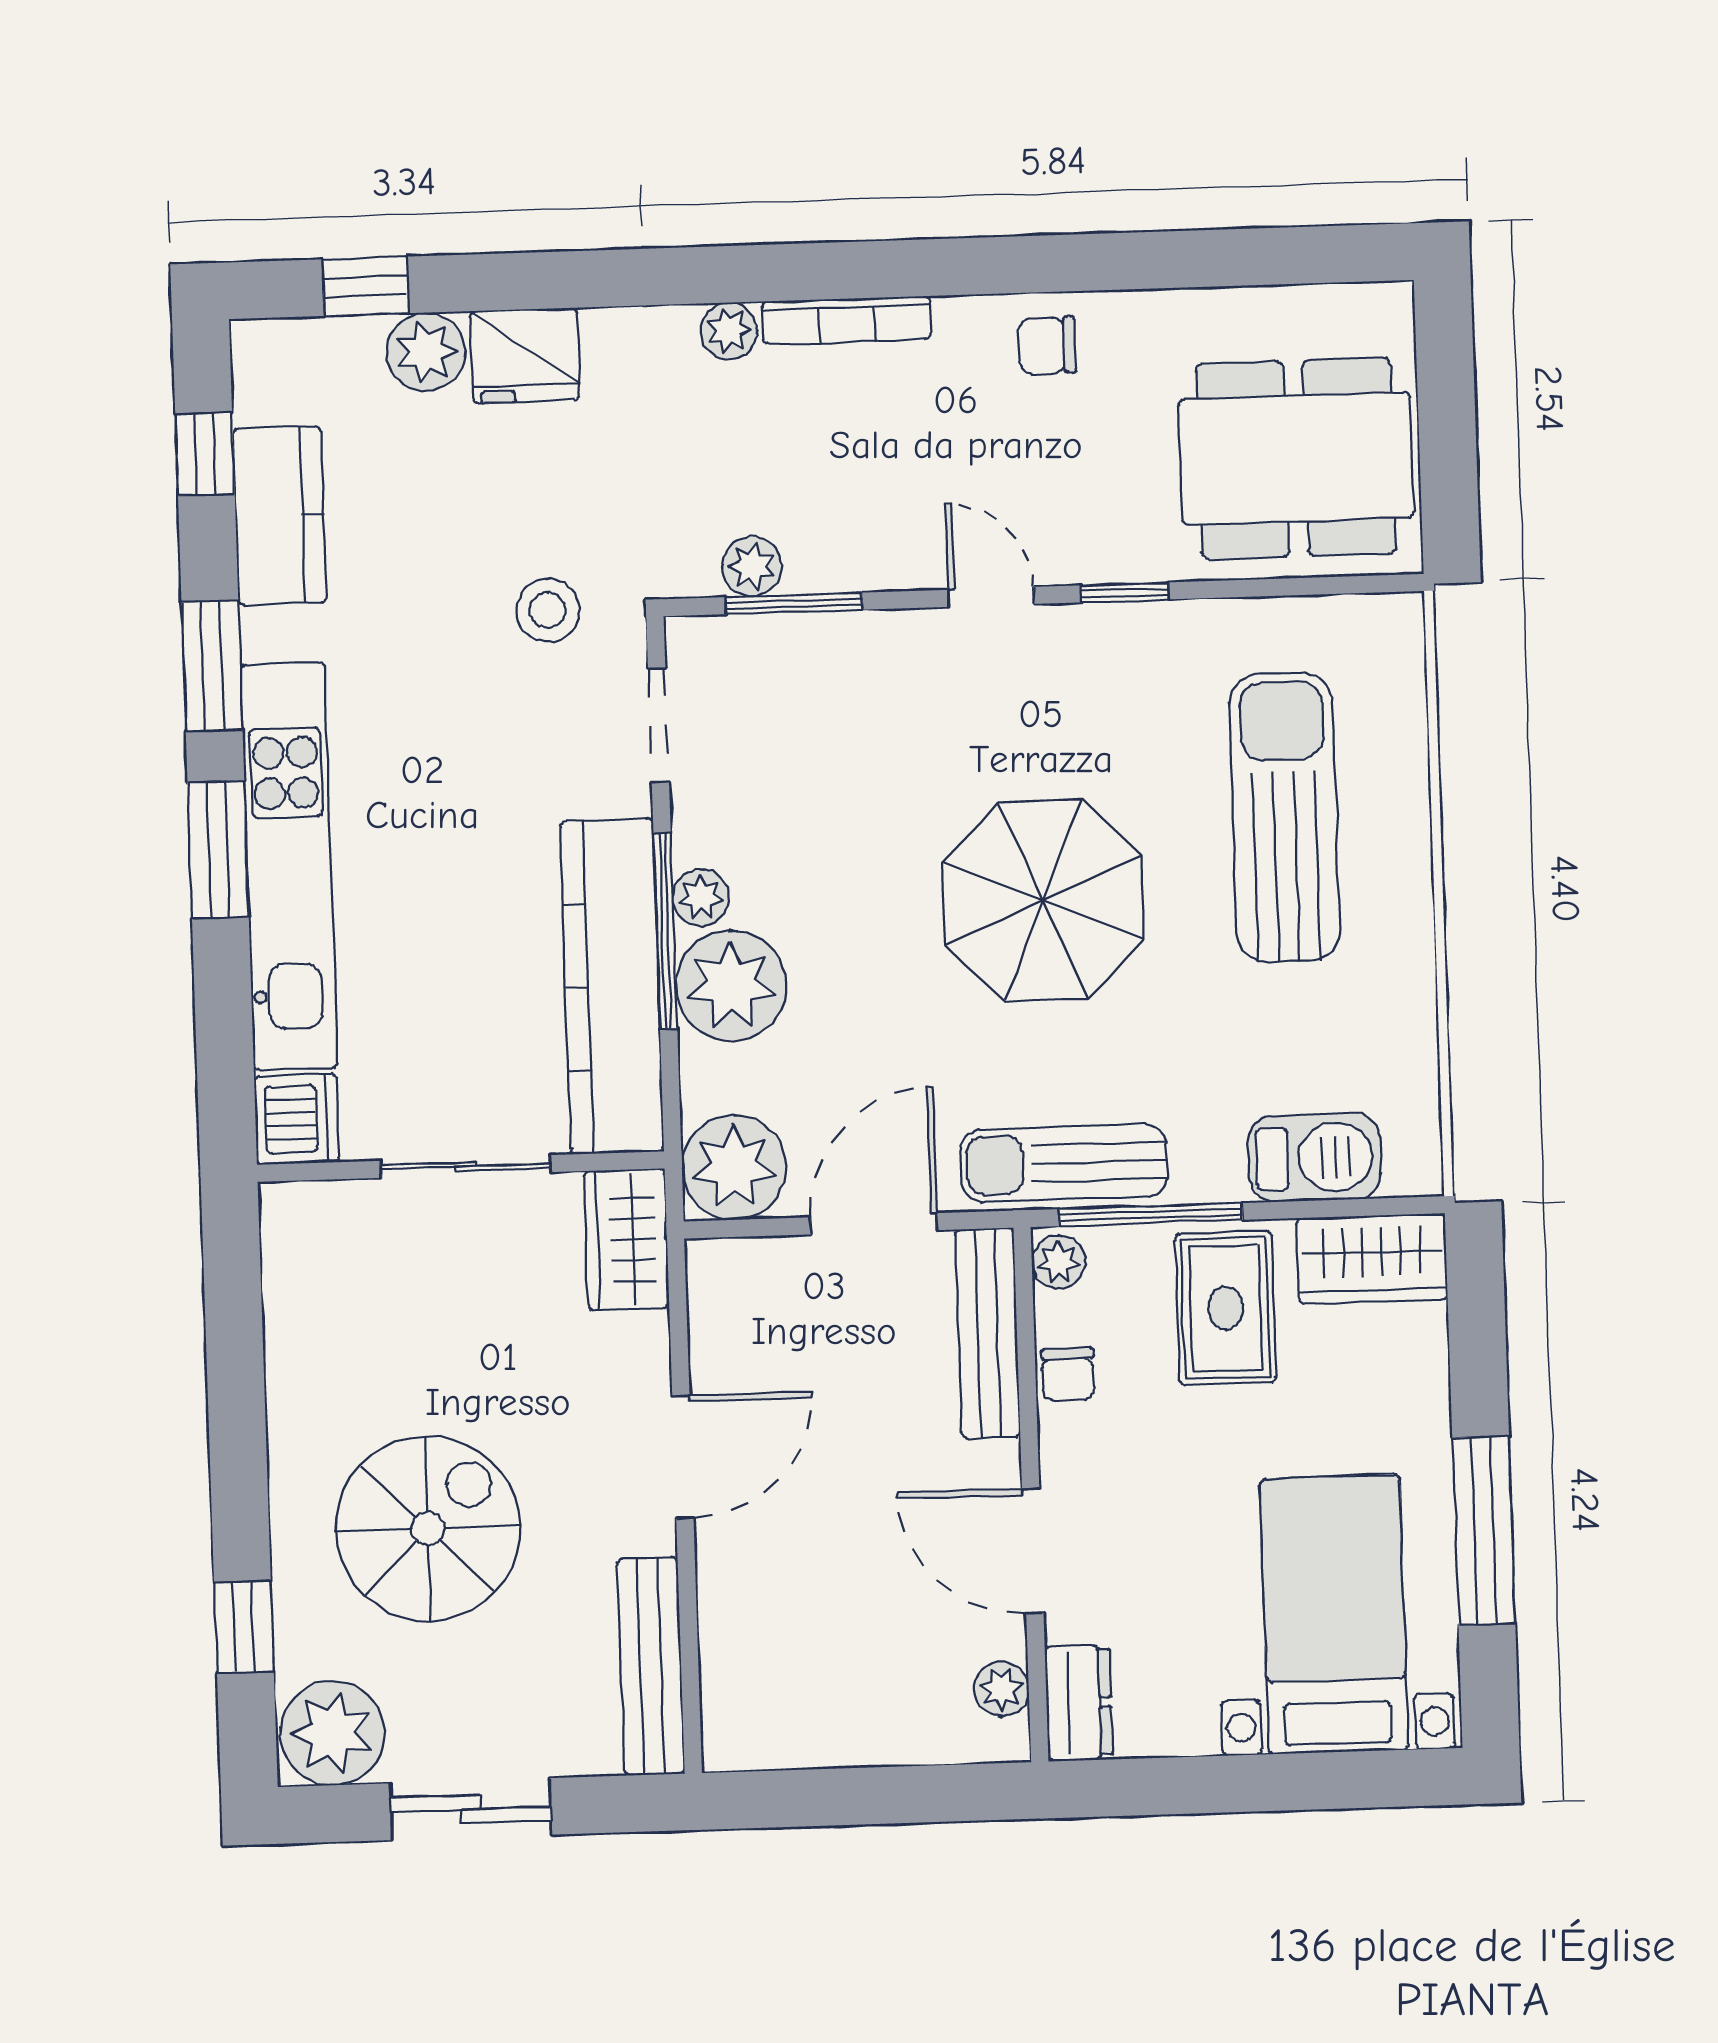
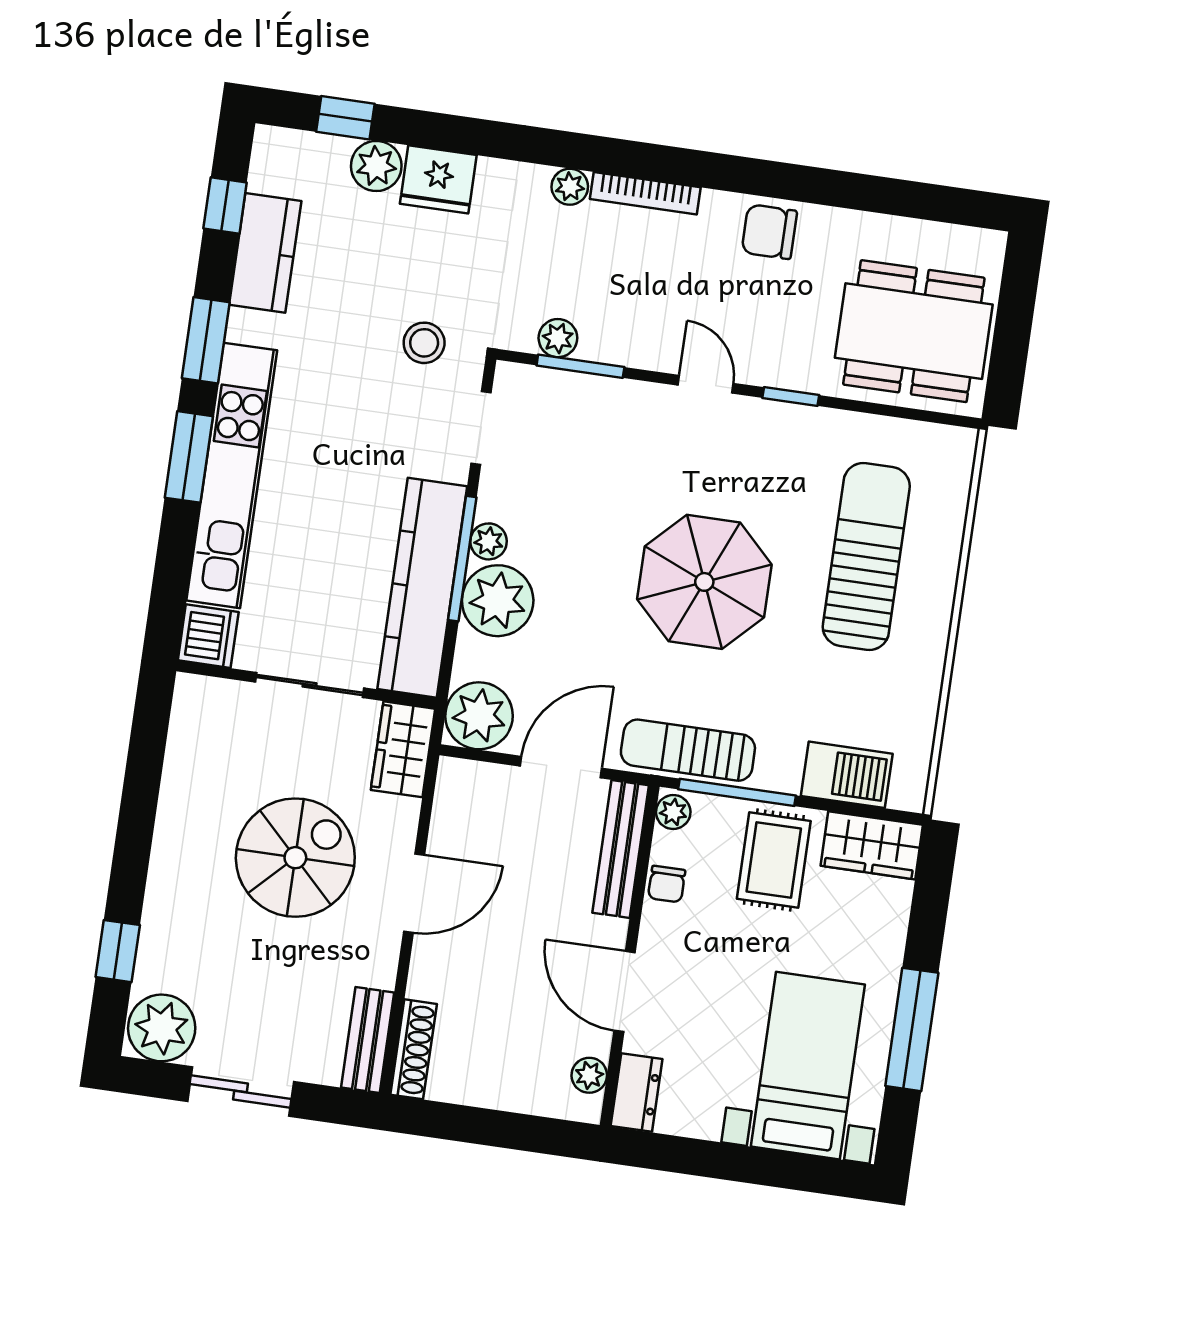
chair: (1047, 345) -> (769, 232), width x1.37, depth x1.37
spiral stairs: (428, 1528) -> (295, 858), moved
bench: (651, 1666) -> (368, 1040), width x0.73
shoe rack: (725, 1697) -> (414, 1049), added

